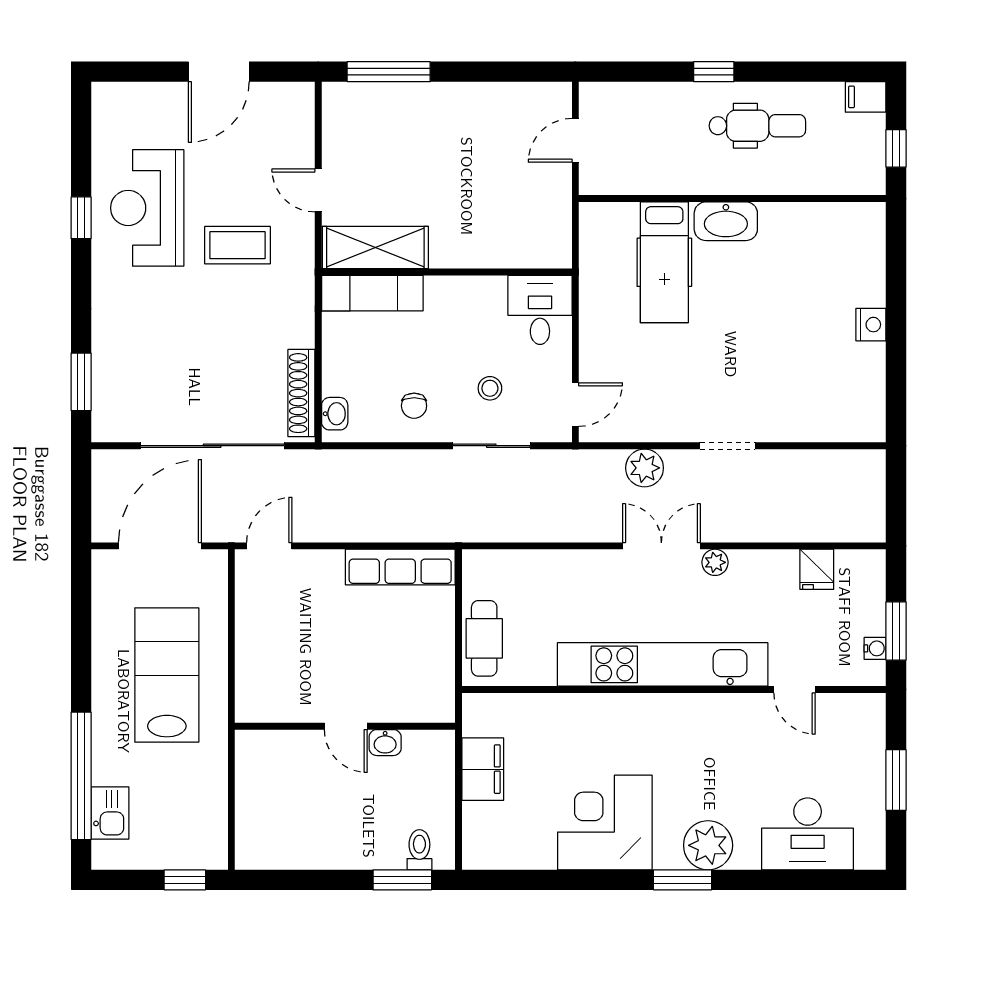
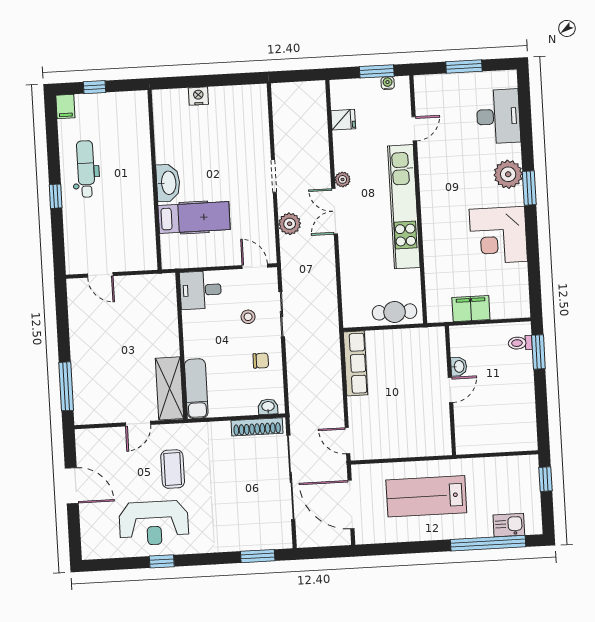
wall: (732, 199) -> (155, 180), moved
washbasin: (726, 221) -> (168, 183), moved
hospital bed: (664, 262) -> (194, 218), moved

